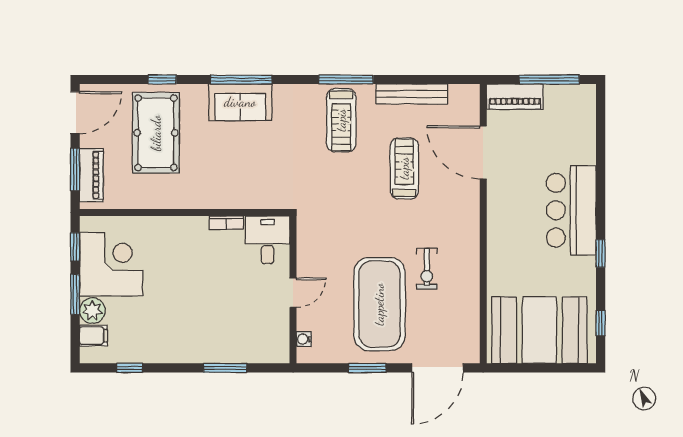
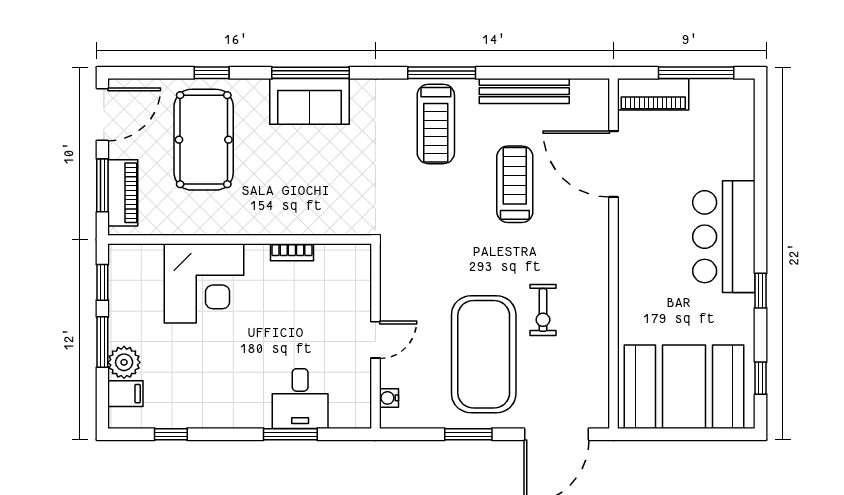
desk: (267, 240) -> (300, 399), moved, turned 180
corner desk: (111, 264) -> (204, 283), moved, turned 90

